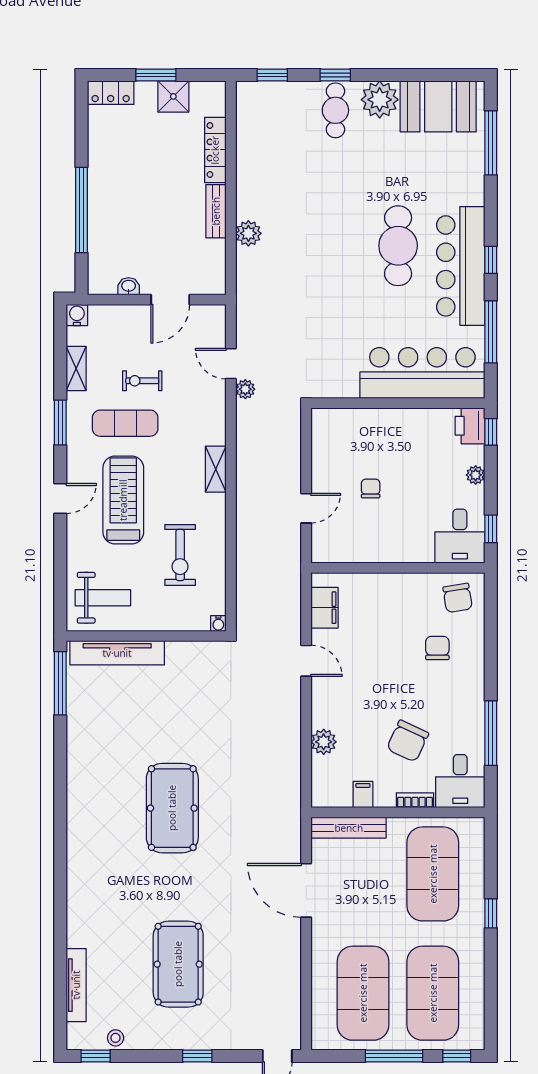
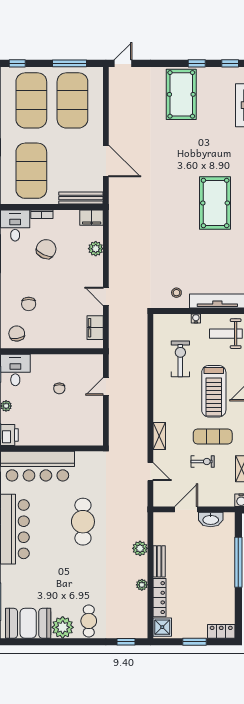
window: (335, 75) -> (89, 642), removed
shower: (173, 96) -> (162, 627), moved
cafe table: (398, 246) -> (83, 522), moved
washbasin: (129, 286) -> (211, 520), width x1.91, depth x1.45
plant: (245, 389) -> (142, 585), moved
shelving: (216, 469) -> (159, 436), moved
chair: (371, 488) -> (59, 388), moved
water cooler: (218, 623) -> (196, 318), moved
filing cabinet: (363, 795) -> (92, 218), moved, width x2.00
pool table: (172, 808) -> (215, 203), moved
pool table: (178, 964) -> (181, 94), moved
stool: (116, 1038) -> (176, 293), moved
window: (197, 1056) -> (197, 63), moved
window: (394, 1056) -> (69, 63), moved

